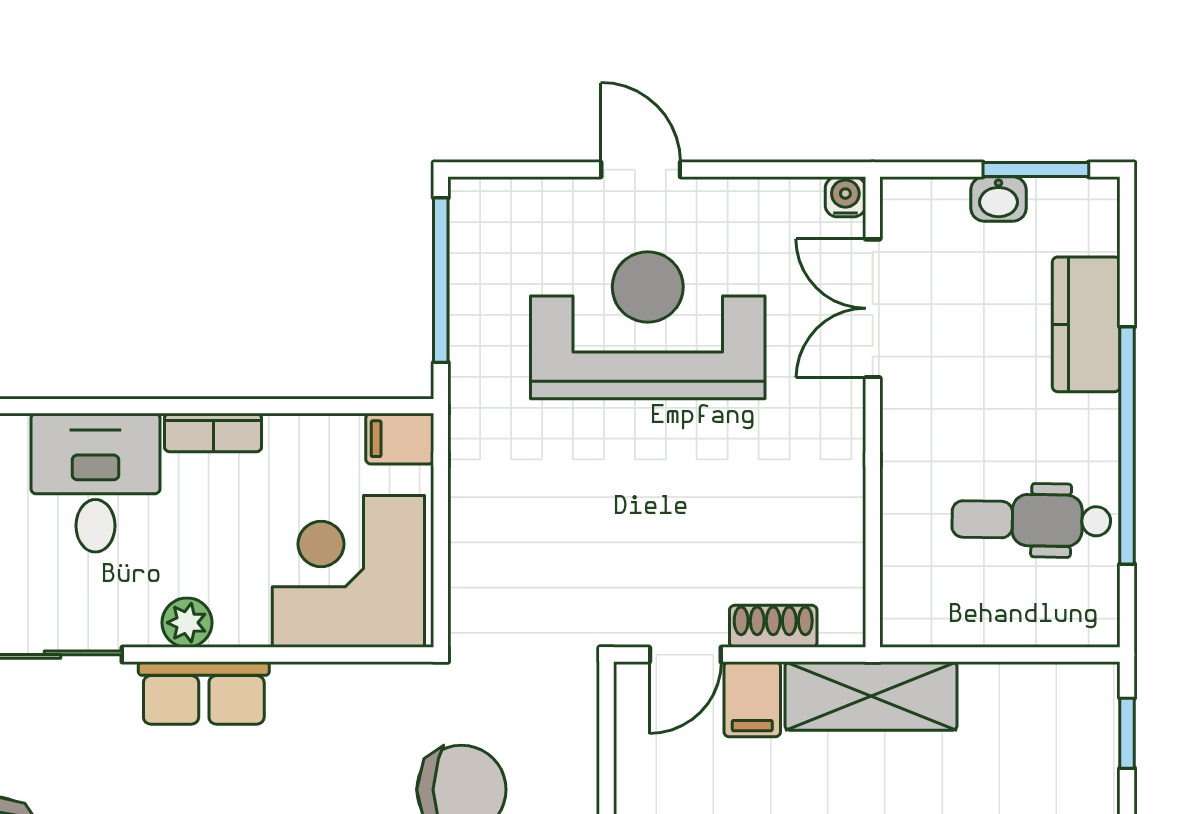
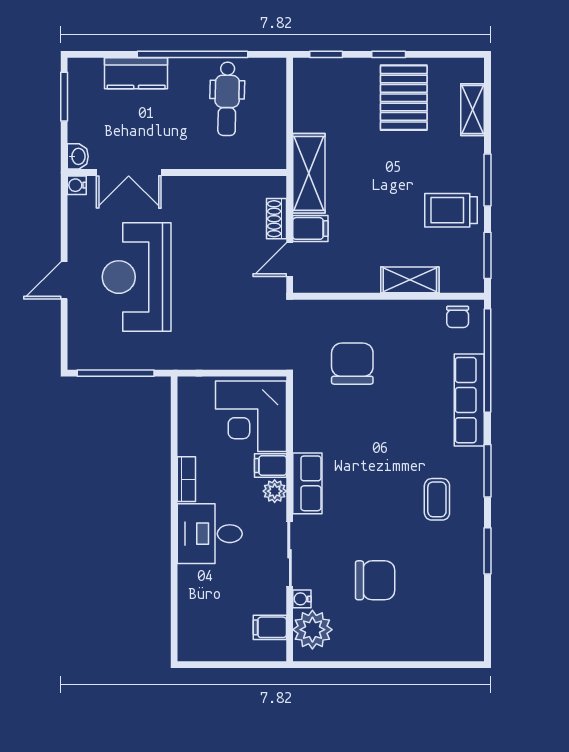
washbasin: (999, 199) -> (78, 156), moved
filing cabinet: (400, 439) -> (270, 466), moved, turned 90
door: (685, 655) -> (290, 260), swing flipped

